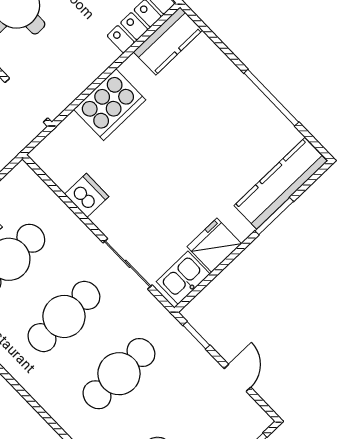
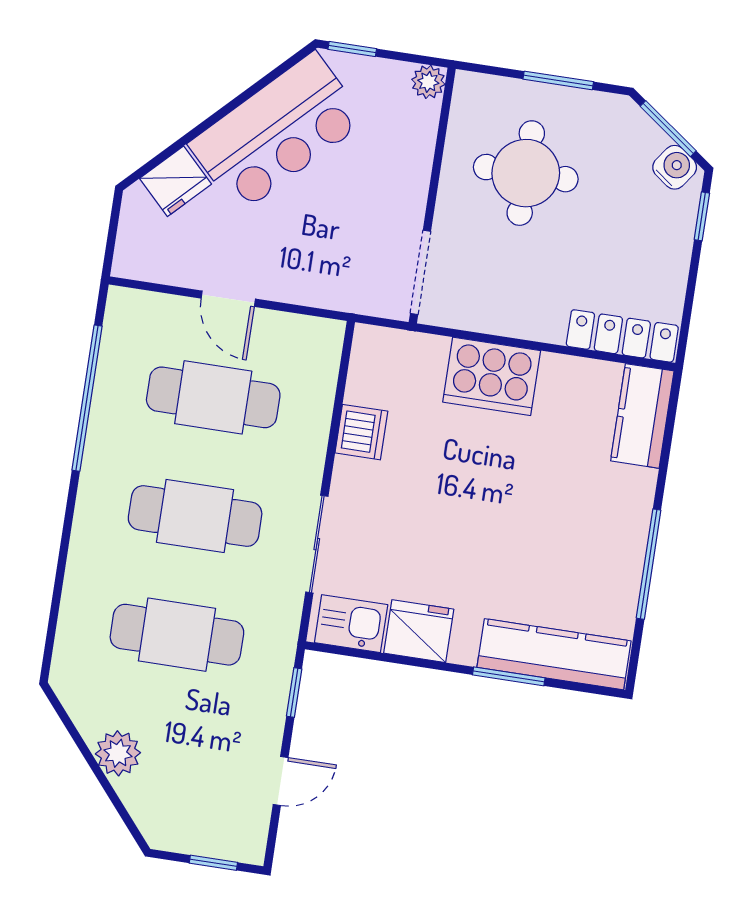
kitchen counter: (168, 41) -> (642, 416), moved, turned 90

